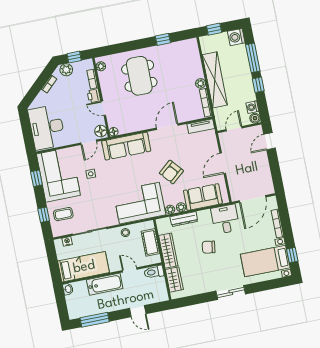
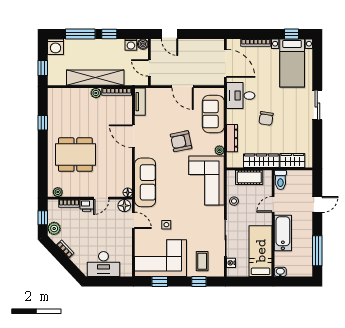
desk: (47, 127) -> (103, 264), width x0.73, depth x0.77
armchair: (171, 172) -> (181, 141), turned 118
plant: (181, 207) -> (219, 139), removed

